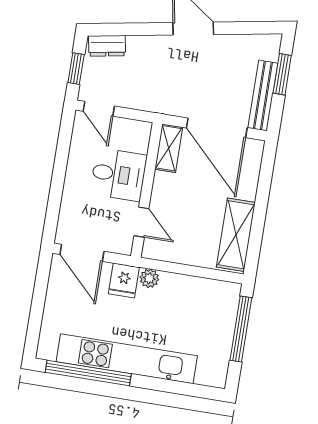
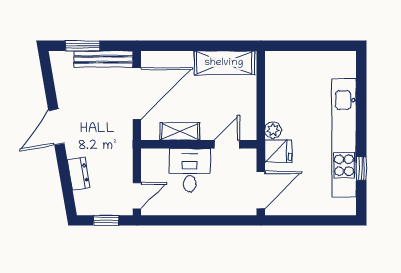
dresser: (107, 46) -> (79, 174), moved
shelving: (169, 148) -> (180, 131), moved
window: (241, 329) -> (303, 46), removed
window: (88, 373) -> (361, 169), width x0.32

